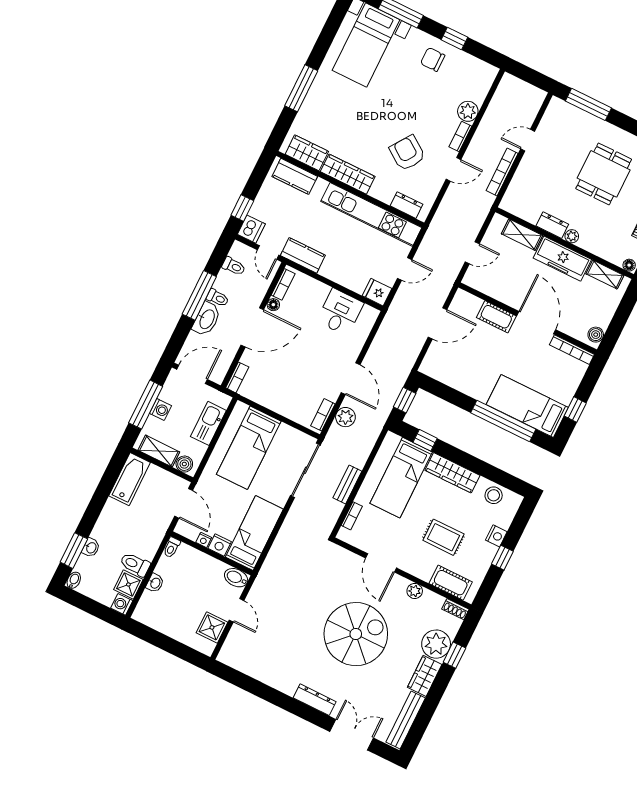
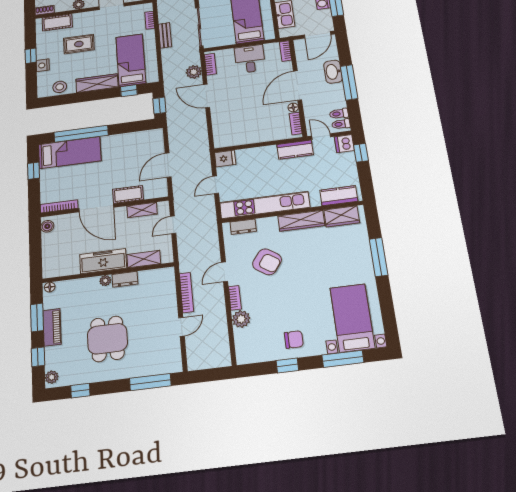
shelving: (605, 275) -> (142, 210), moved
toilet: (218, 298) -> (341, 124), moved
desk: (340, 312) -> (250, 59), moved, turned 180

